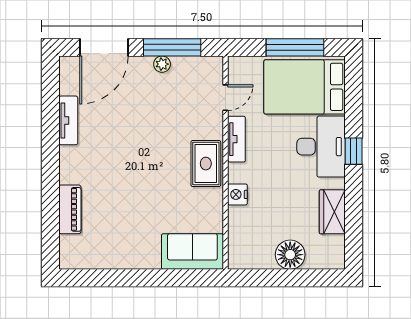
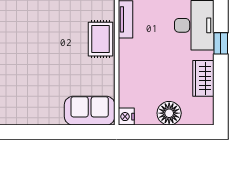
window: (354, 151) -> (221, 43), moved
nightstand: (237, 194) -> (126, 117), moved

